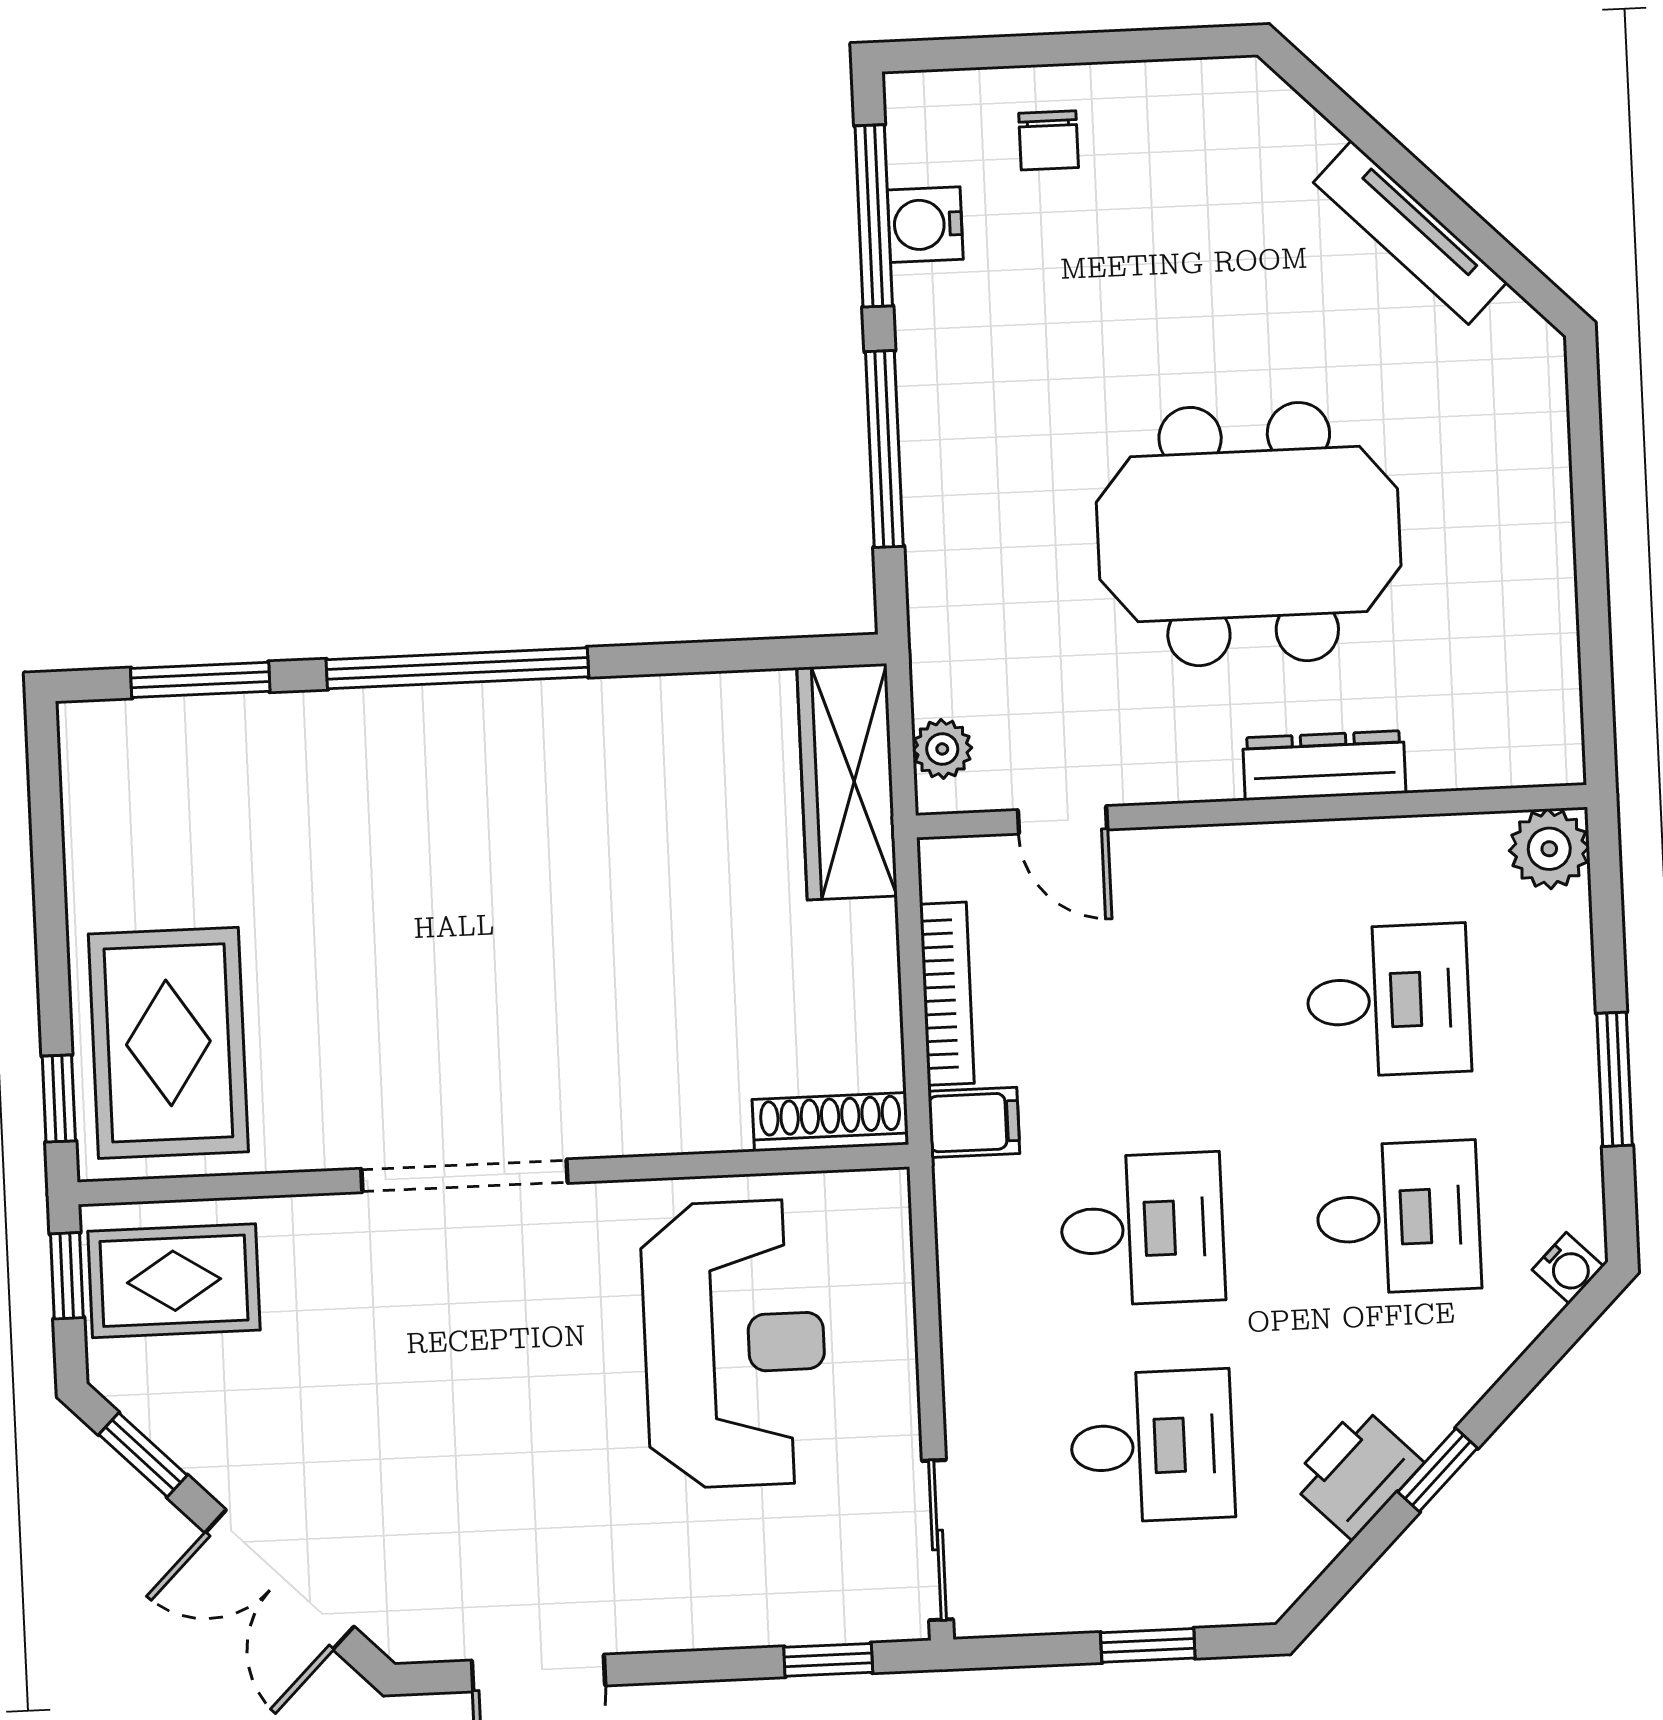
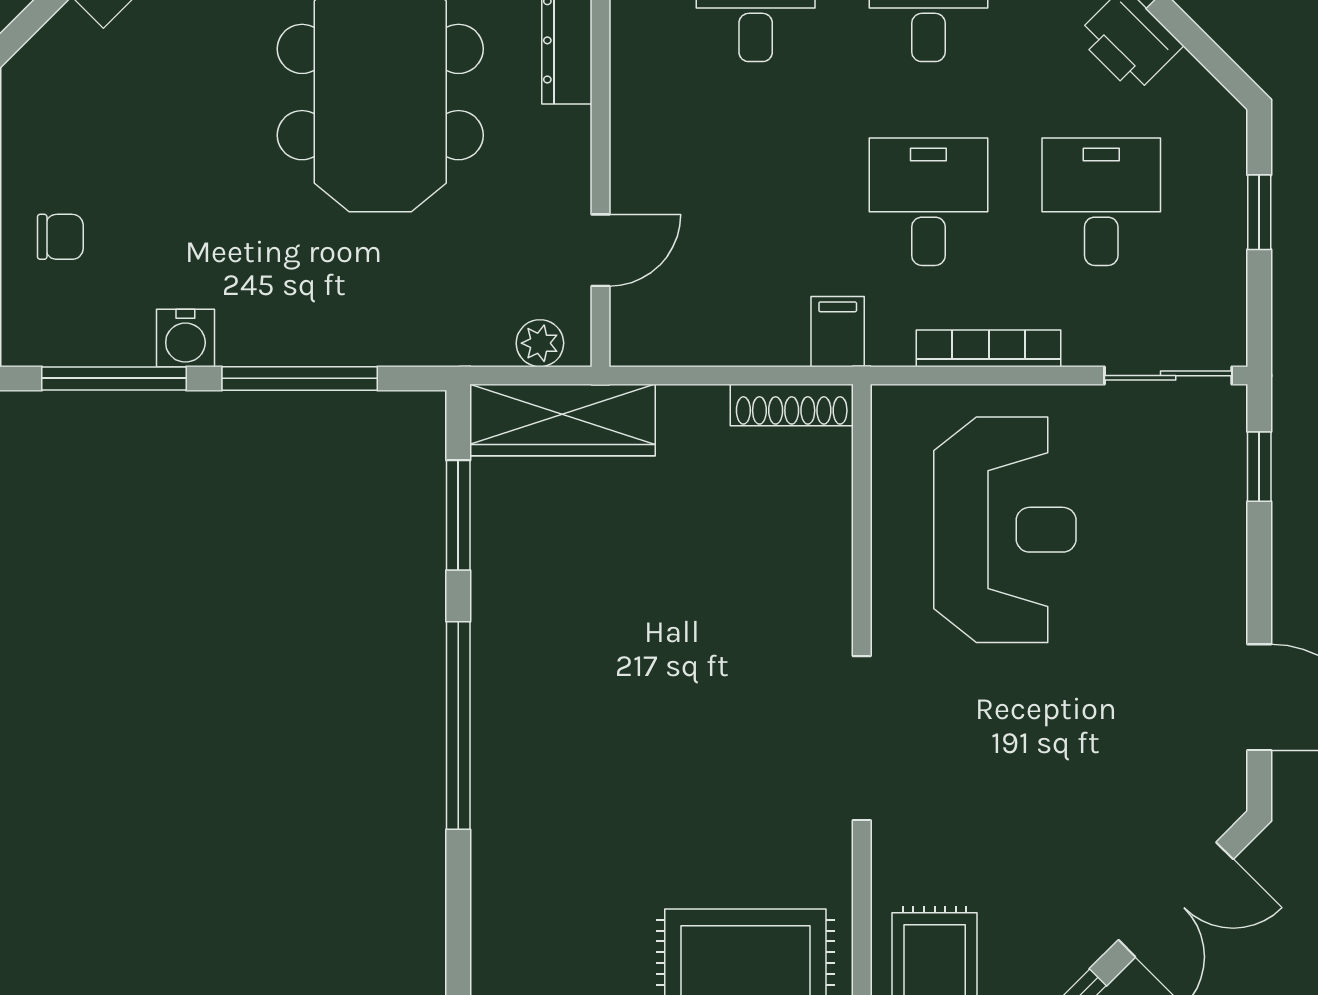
water cooler: (925, 225) -> (185, 338), moved
window: (200, 680) -> (458, 515), moved
bookcase: (947, 994) -> (989, 348), moved
shoe rack: (830, 1122) -> (792, 405), moved, turned -90
reception desk: (734, 1344) -> (1005, 530), turned 90

